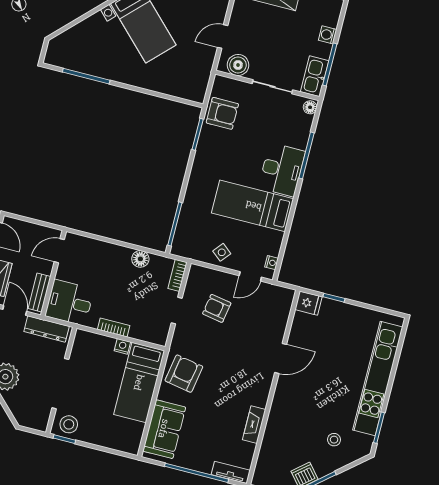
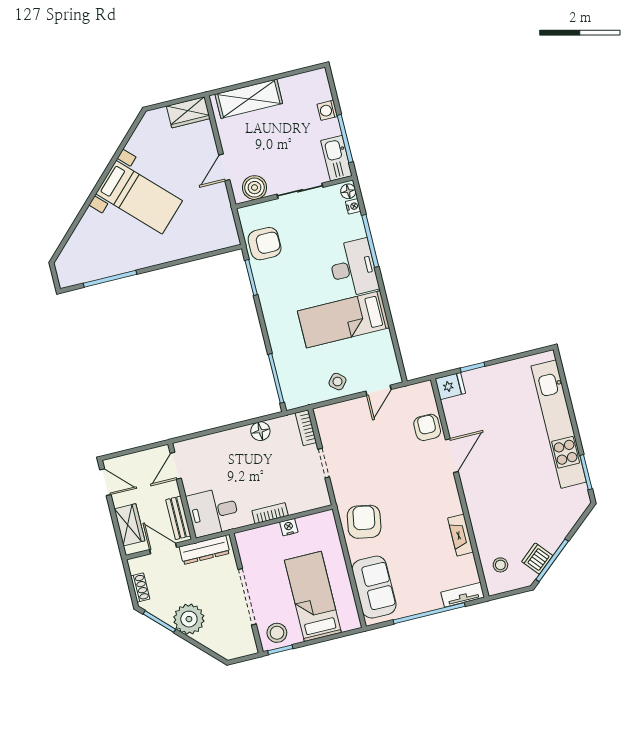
nightstand: (272, 263) -> (353, 206), moved
armchair: (217, 308) -> (427, 427), moved, turned 80
bed: (139, 383) -> (313, 596), moved, turned 180
stool: (334, 440) -> (500, 565), moved

